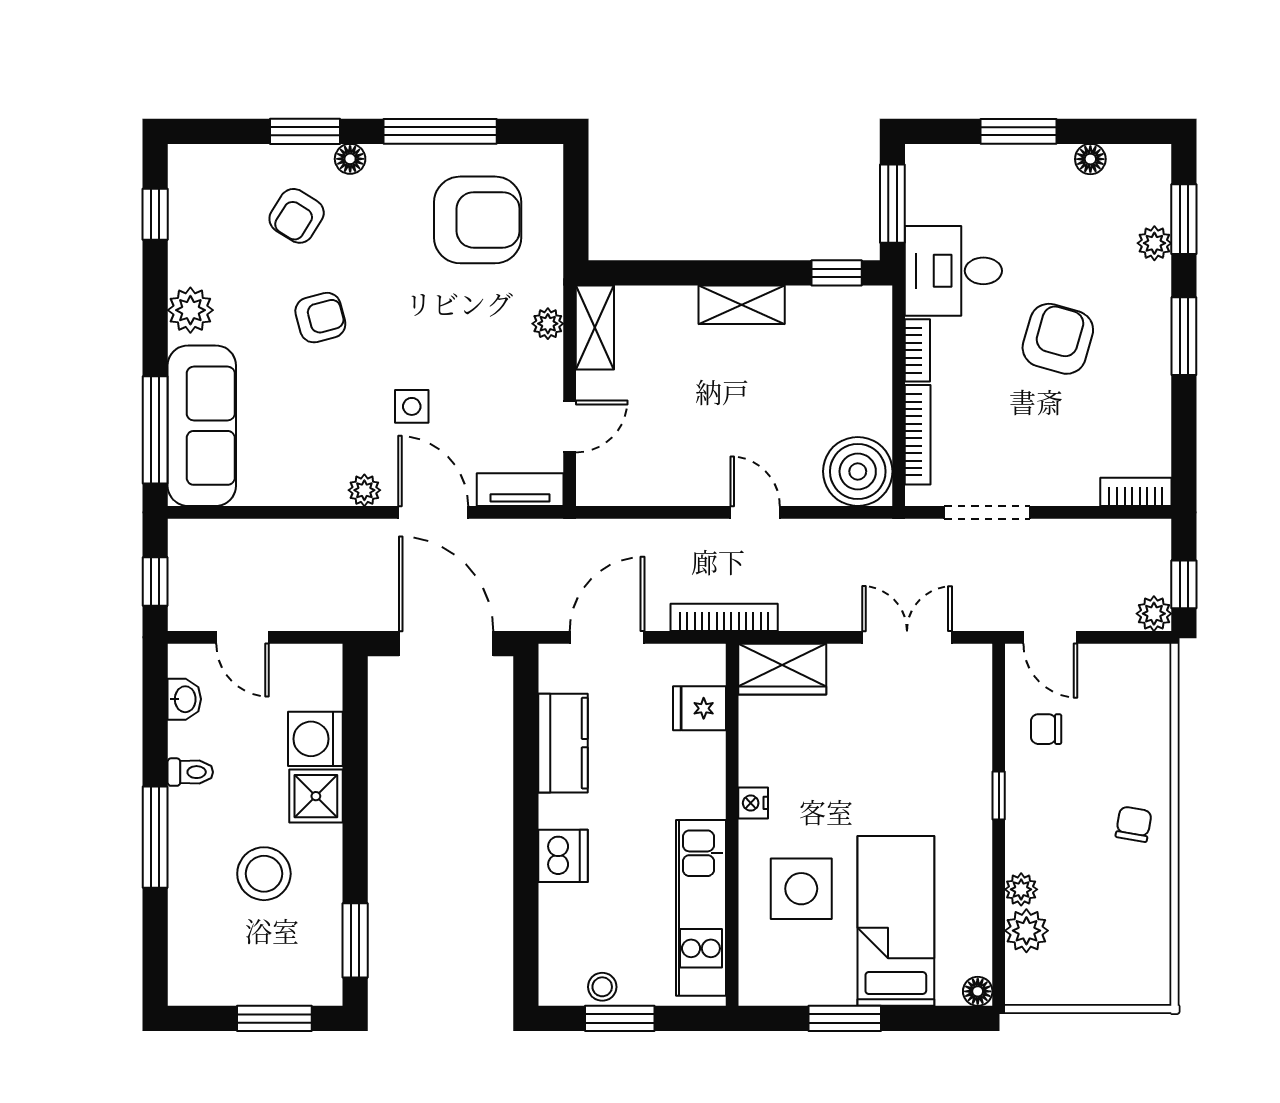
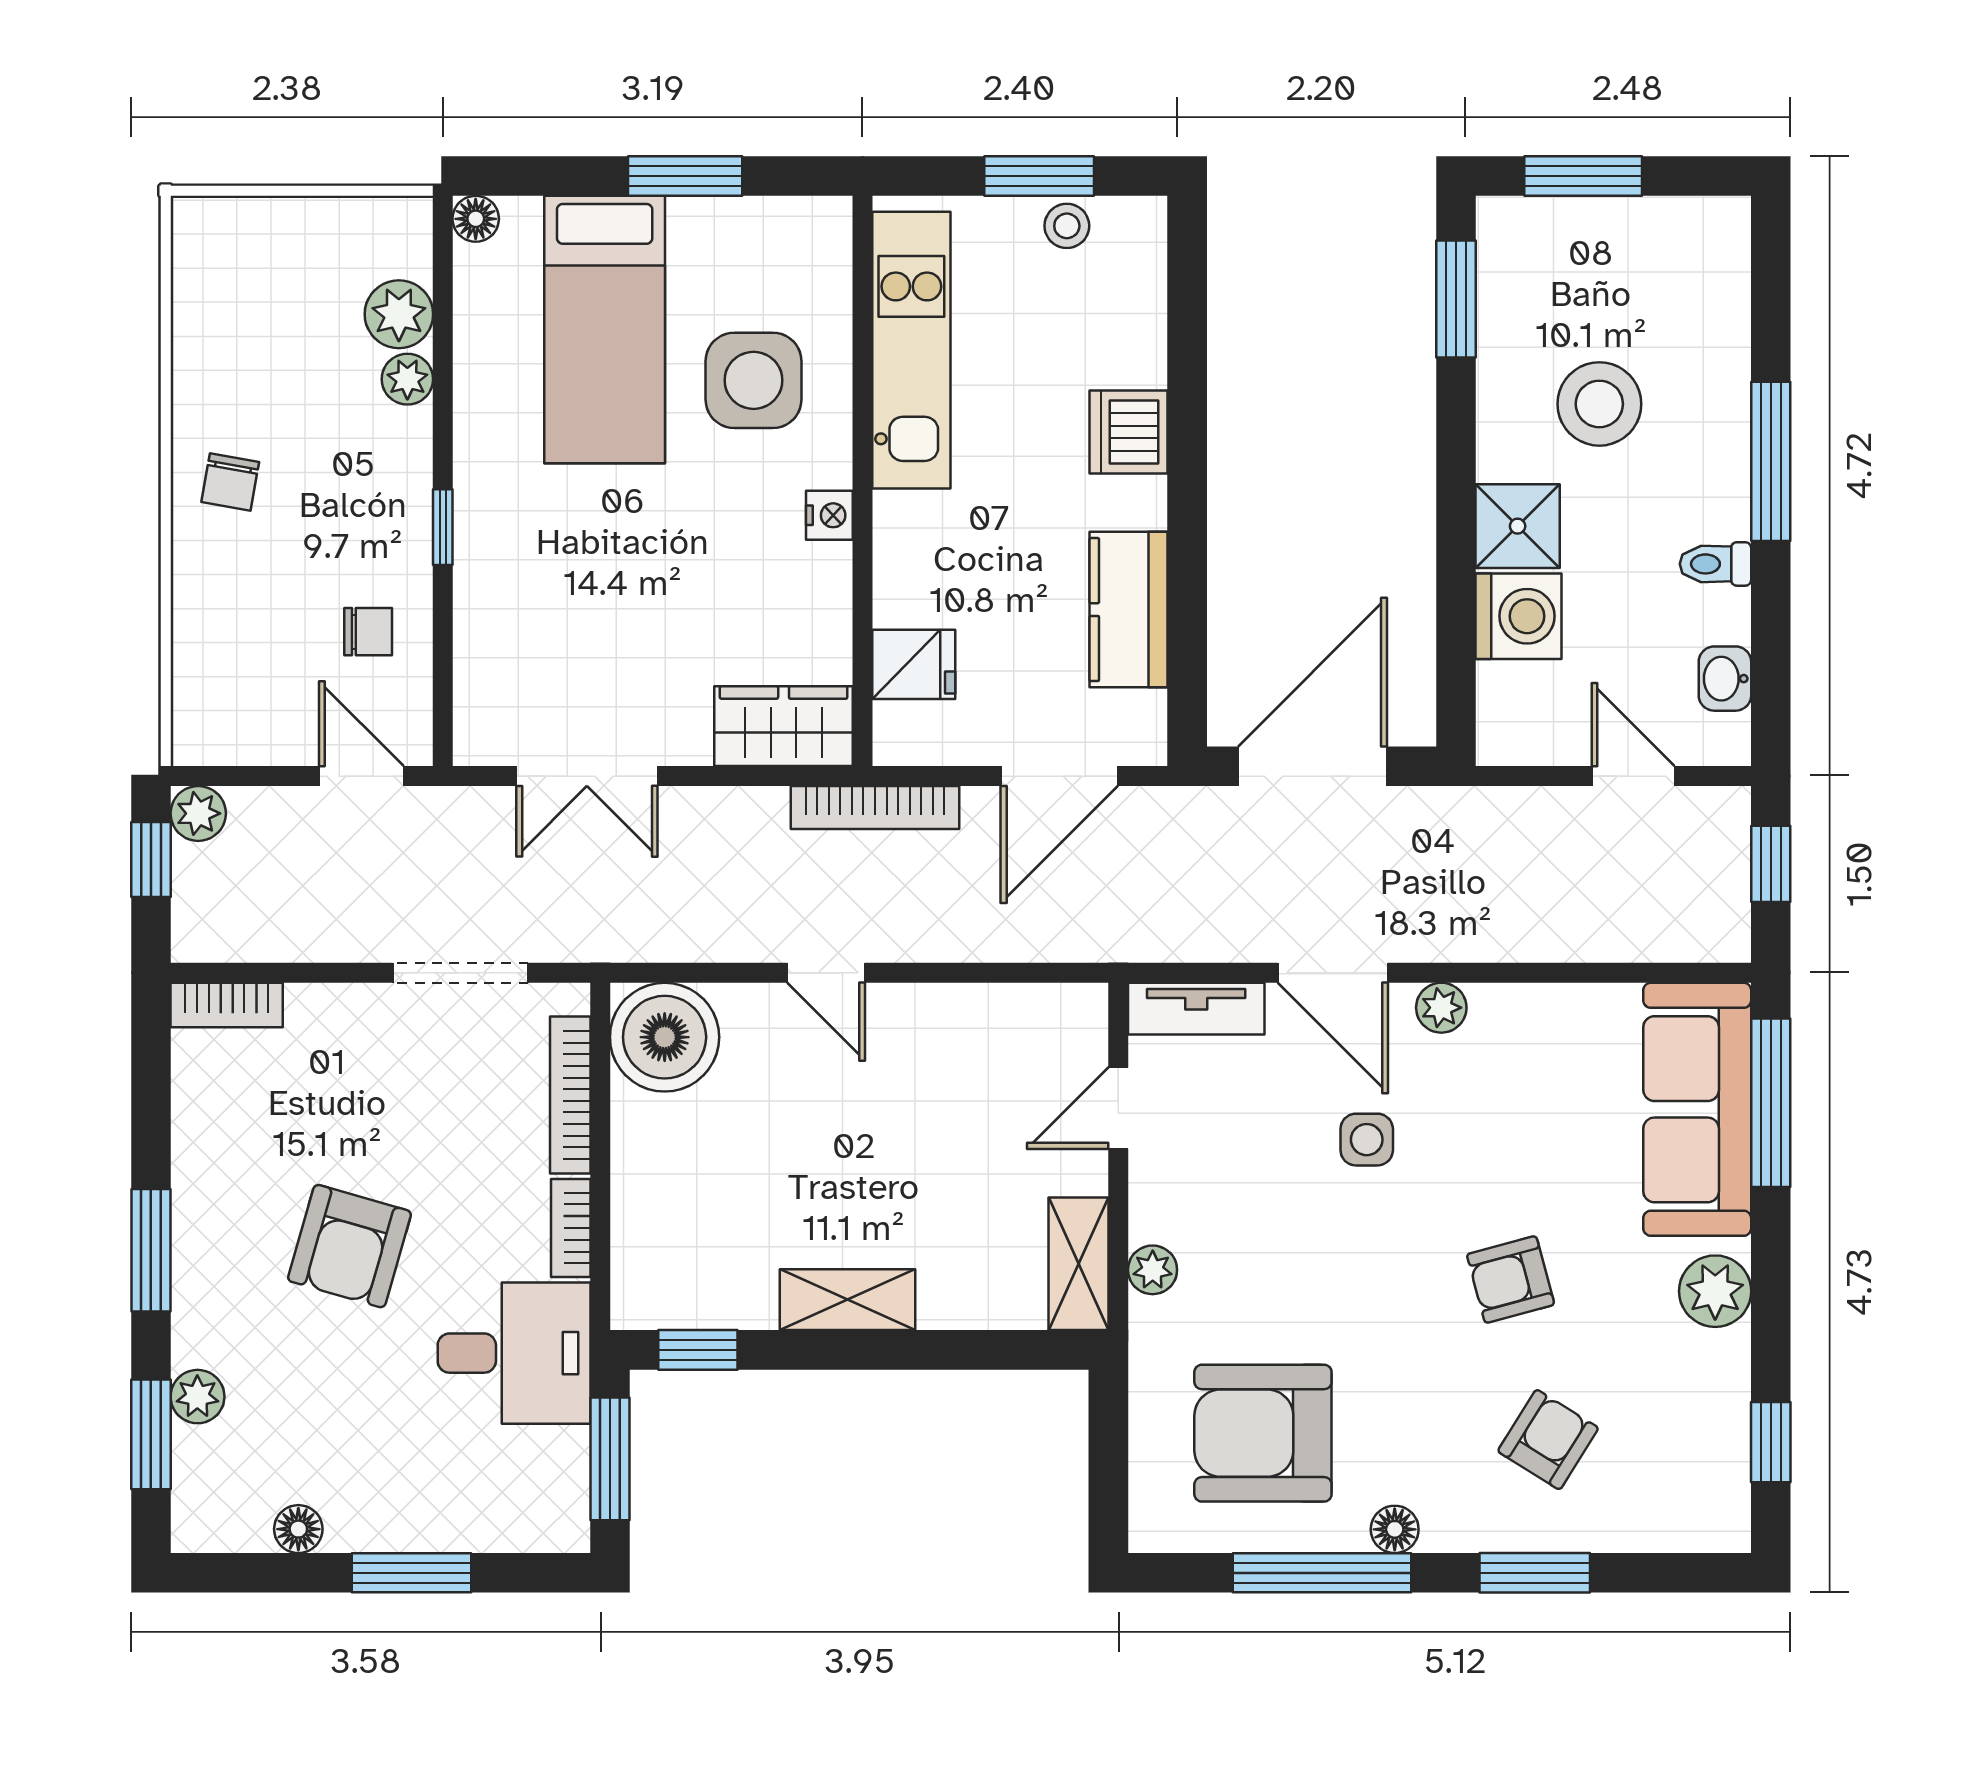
floor lamp: (350, 159) -> (1395, 1529), moved
door: (446, 644) -> (1312, 766), swing flipped

